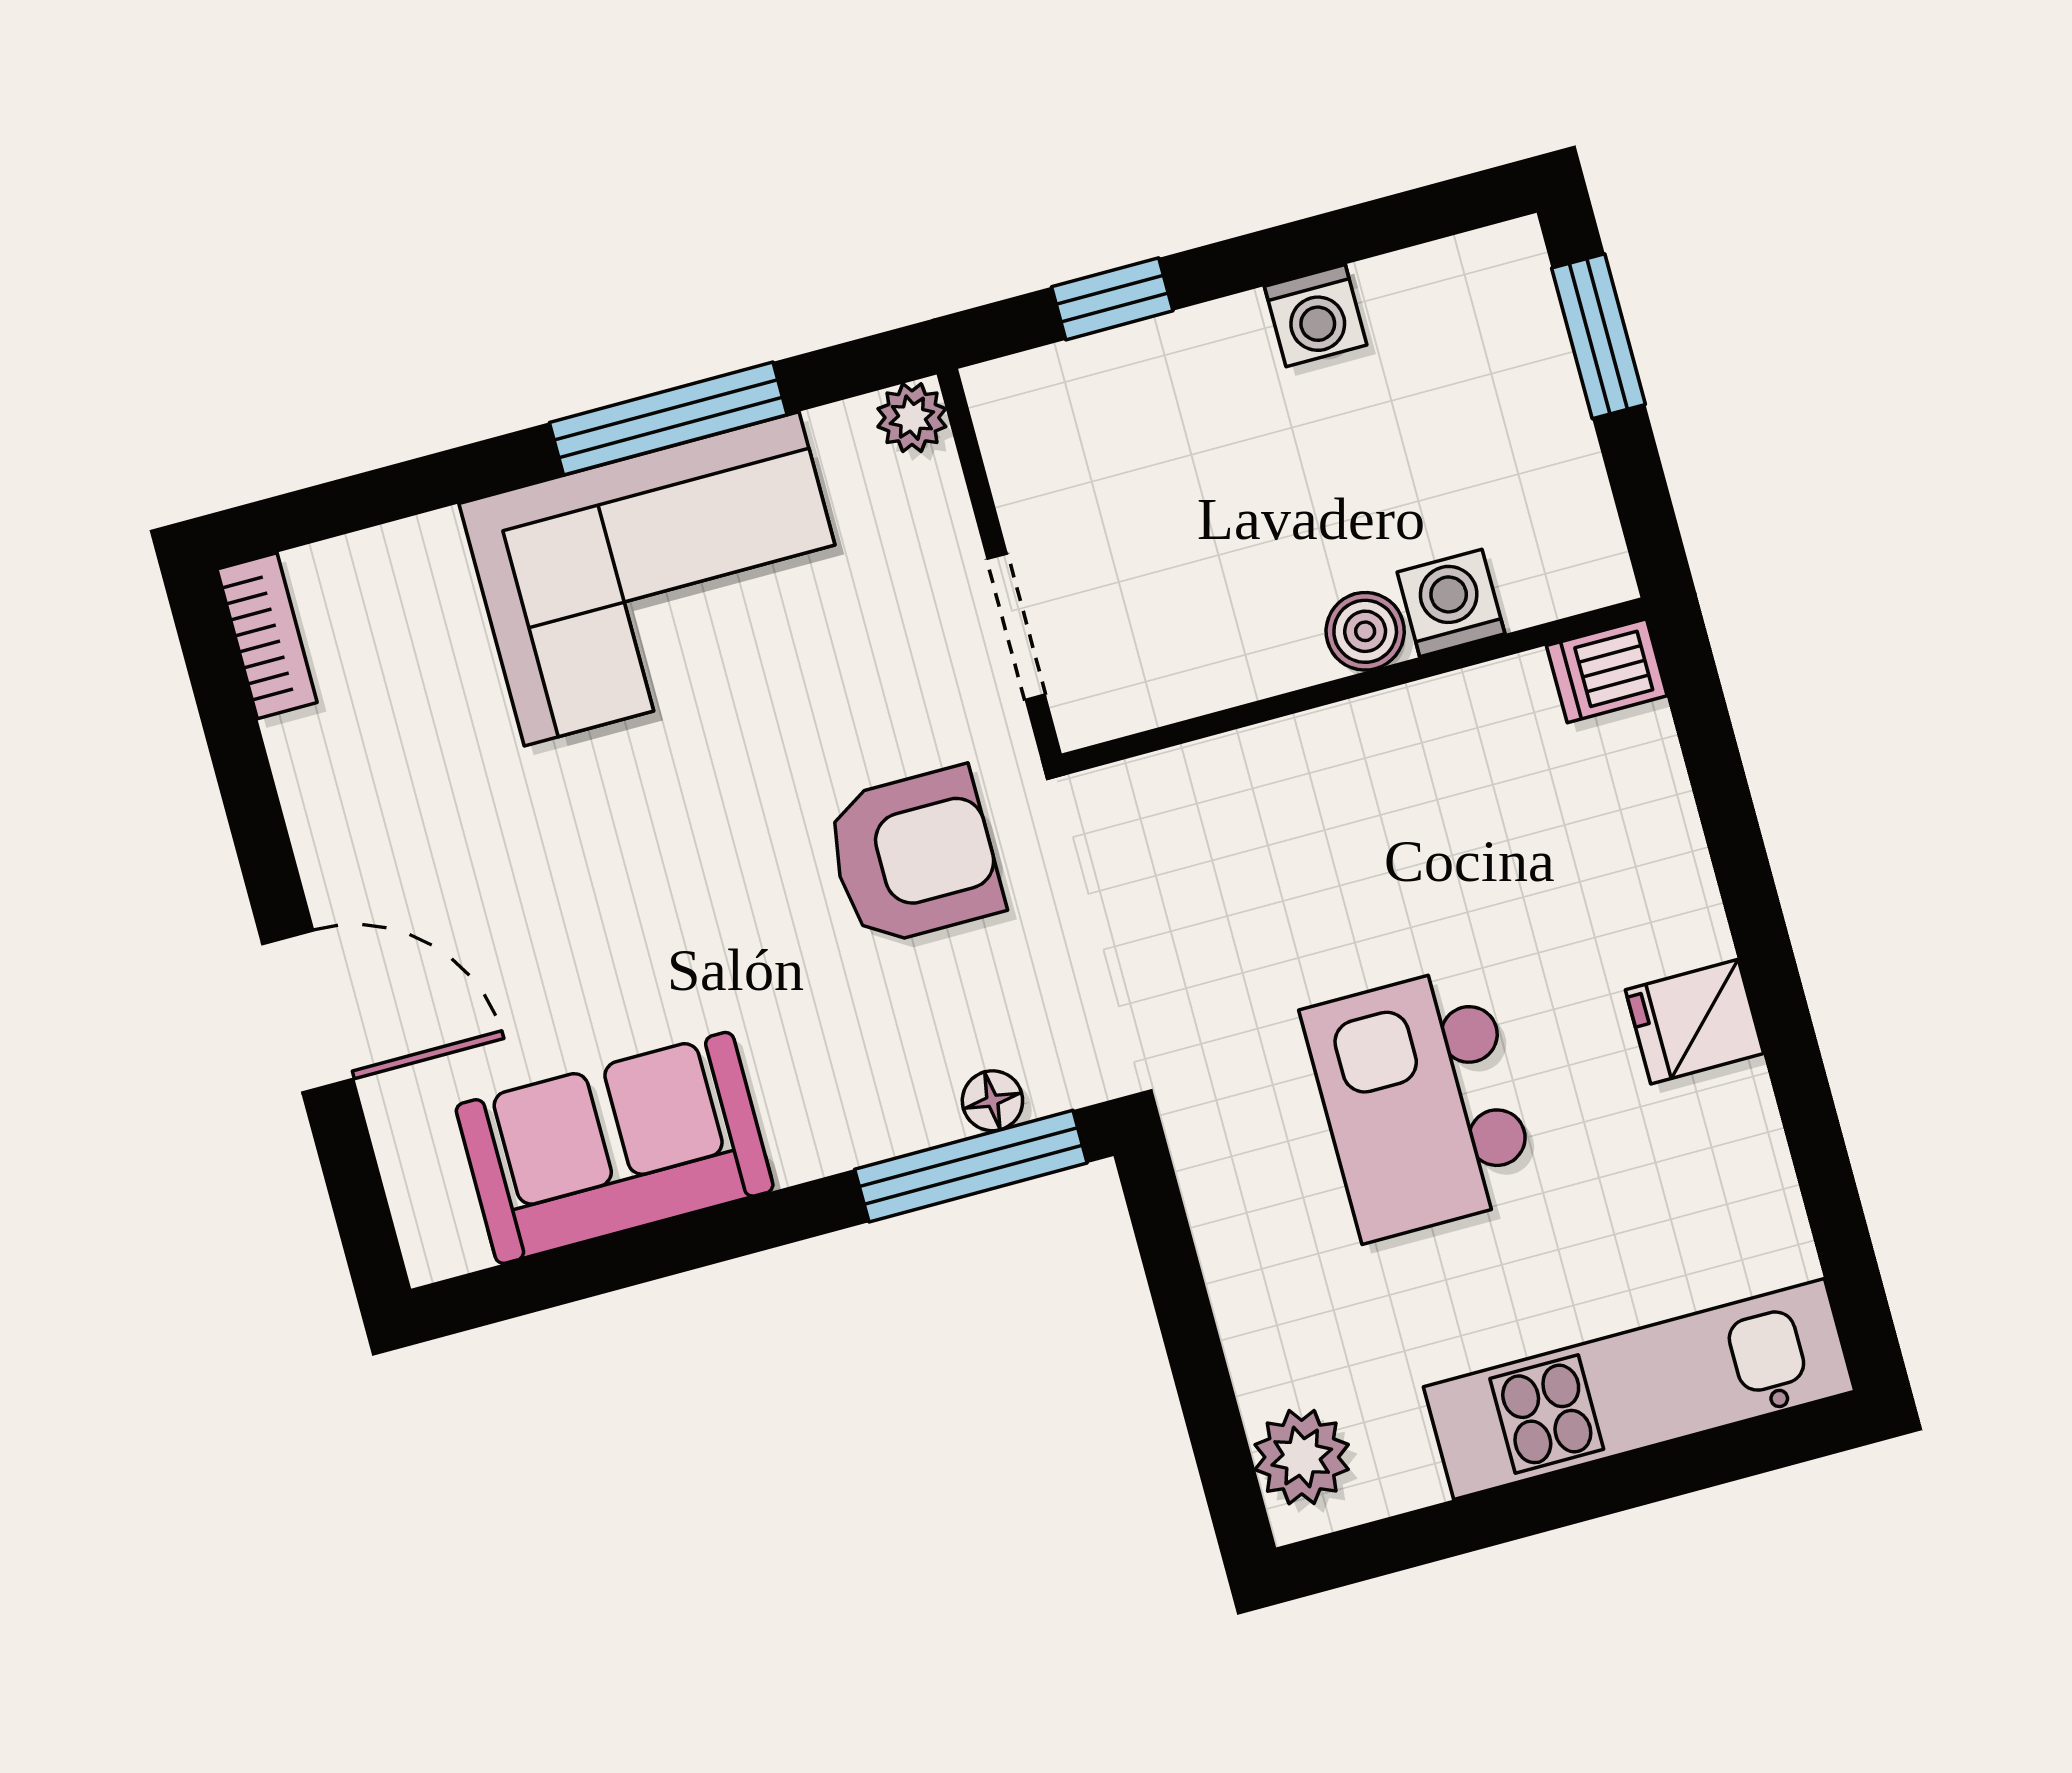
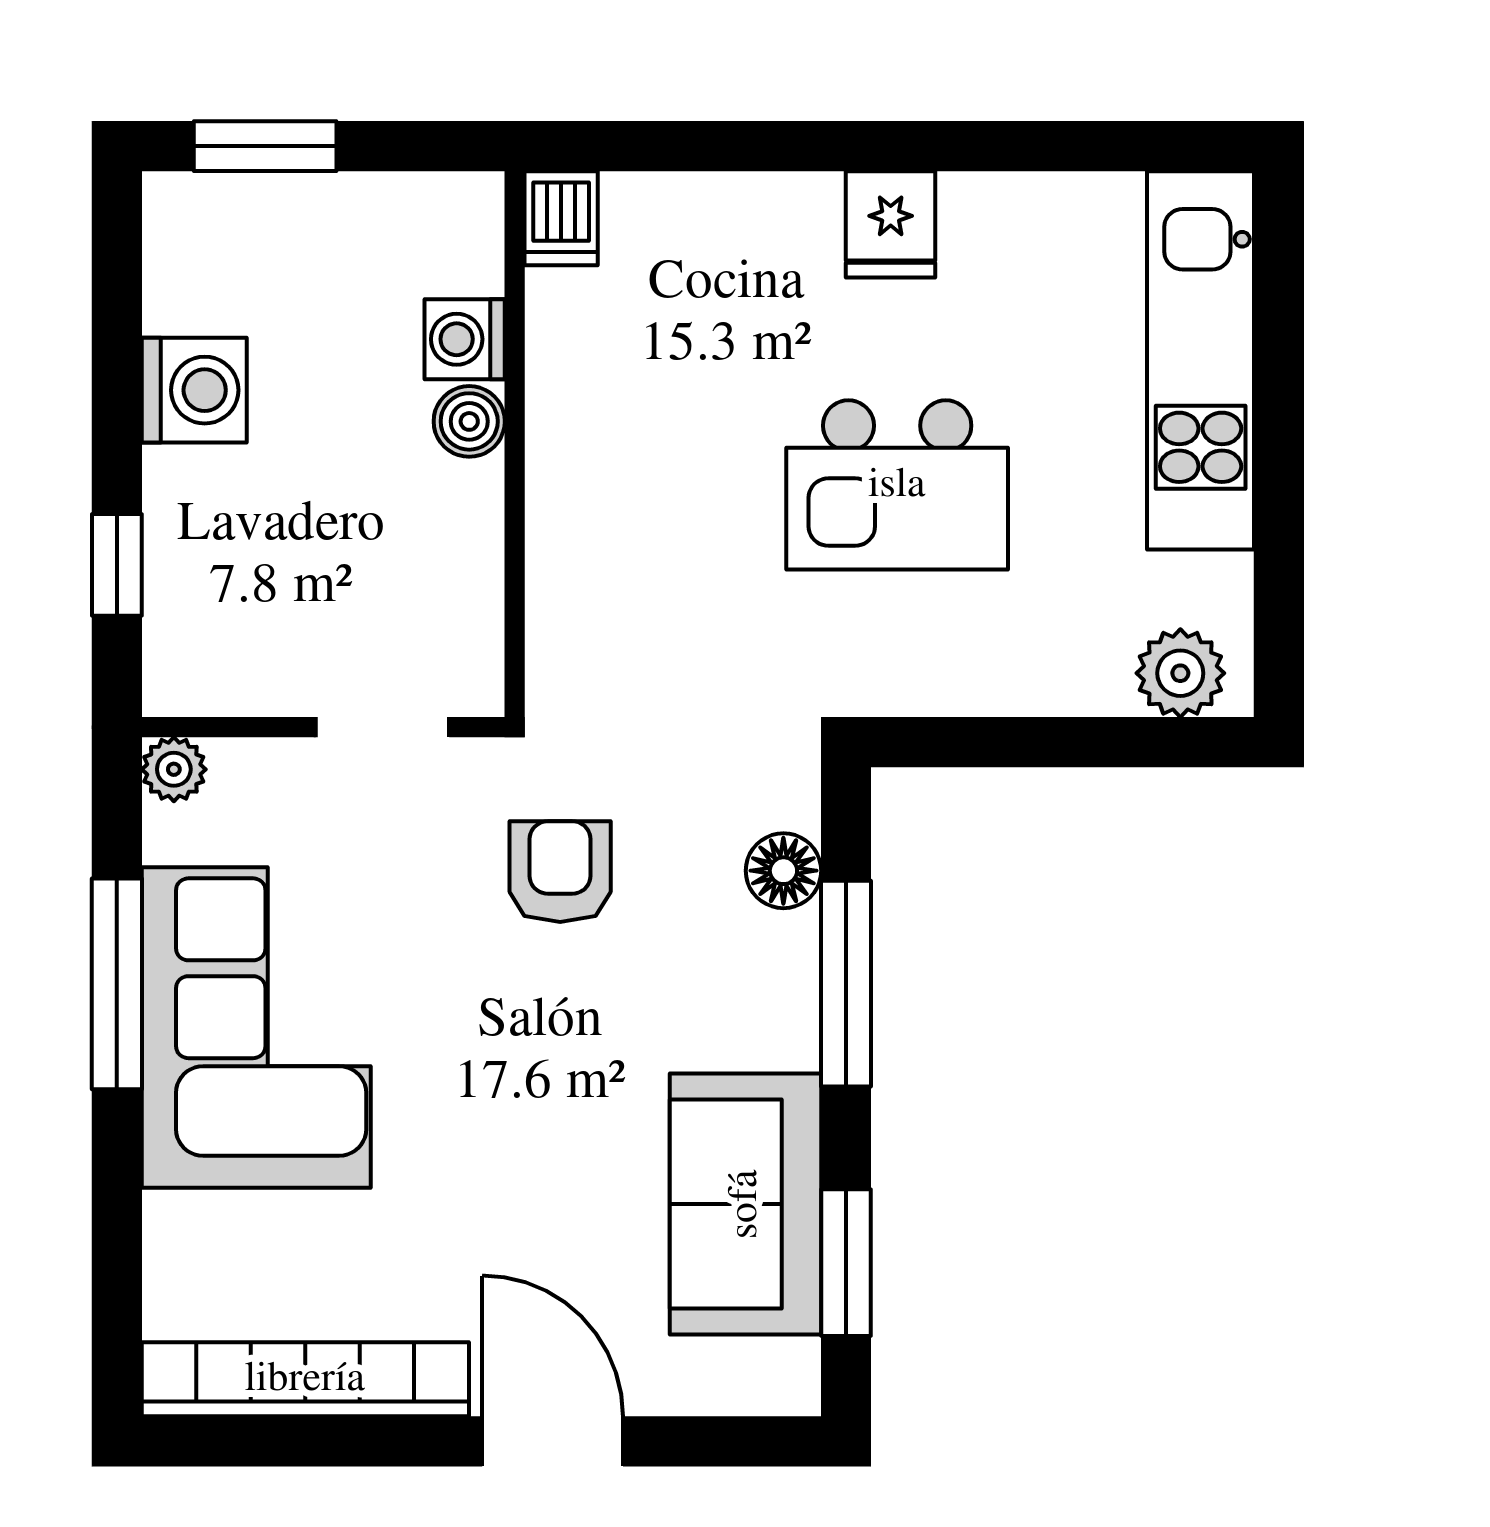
washing machine: (1316, 316) -> (194, 390), width x1.38, depth x1.38
bookcase: (267, 636) -> (305, 1379), width x2.31, depth x1.31
armchair: (914, 856) -> (560, 872), width x0.72, depth x0.72
door: (308, 1011) -> (553, 1441), hinge flipped
floor lamp: (992, 1101) -> (783, 871), width x1.37, depth x1.37
window: (971, 1166) -> (846, 984), moved
window: (581, 1271) -> (846, 1263), added

